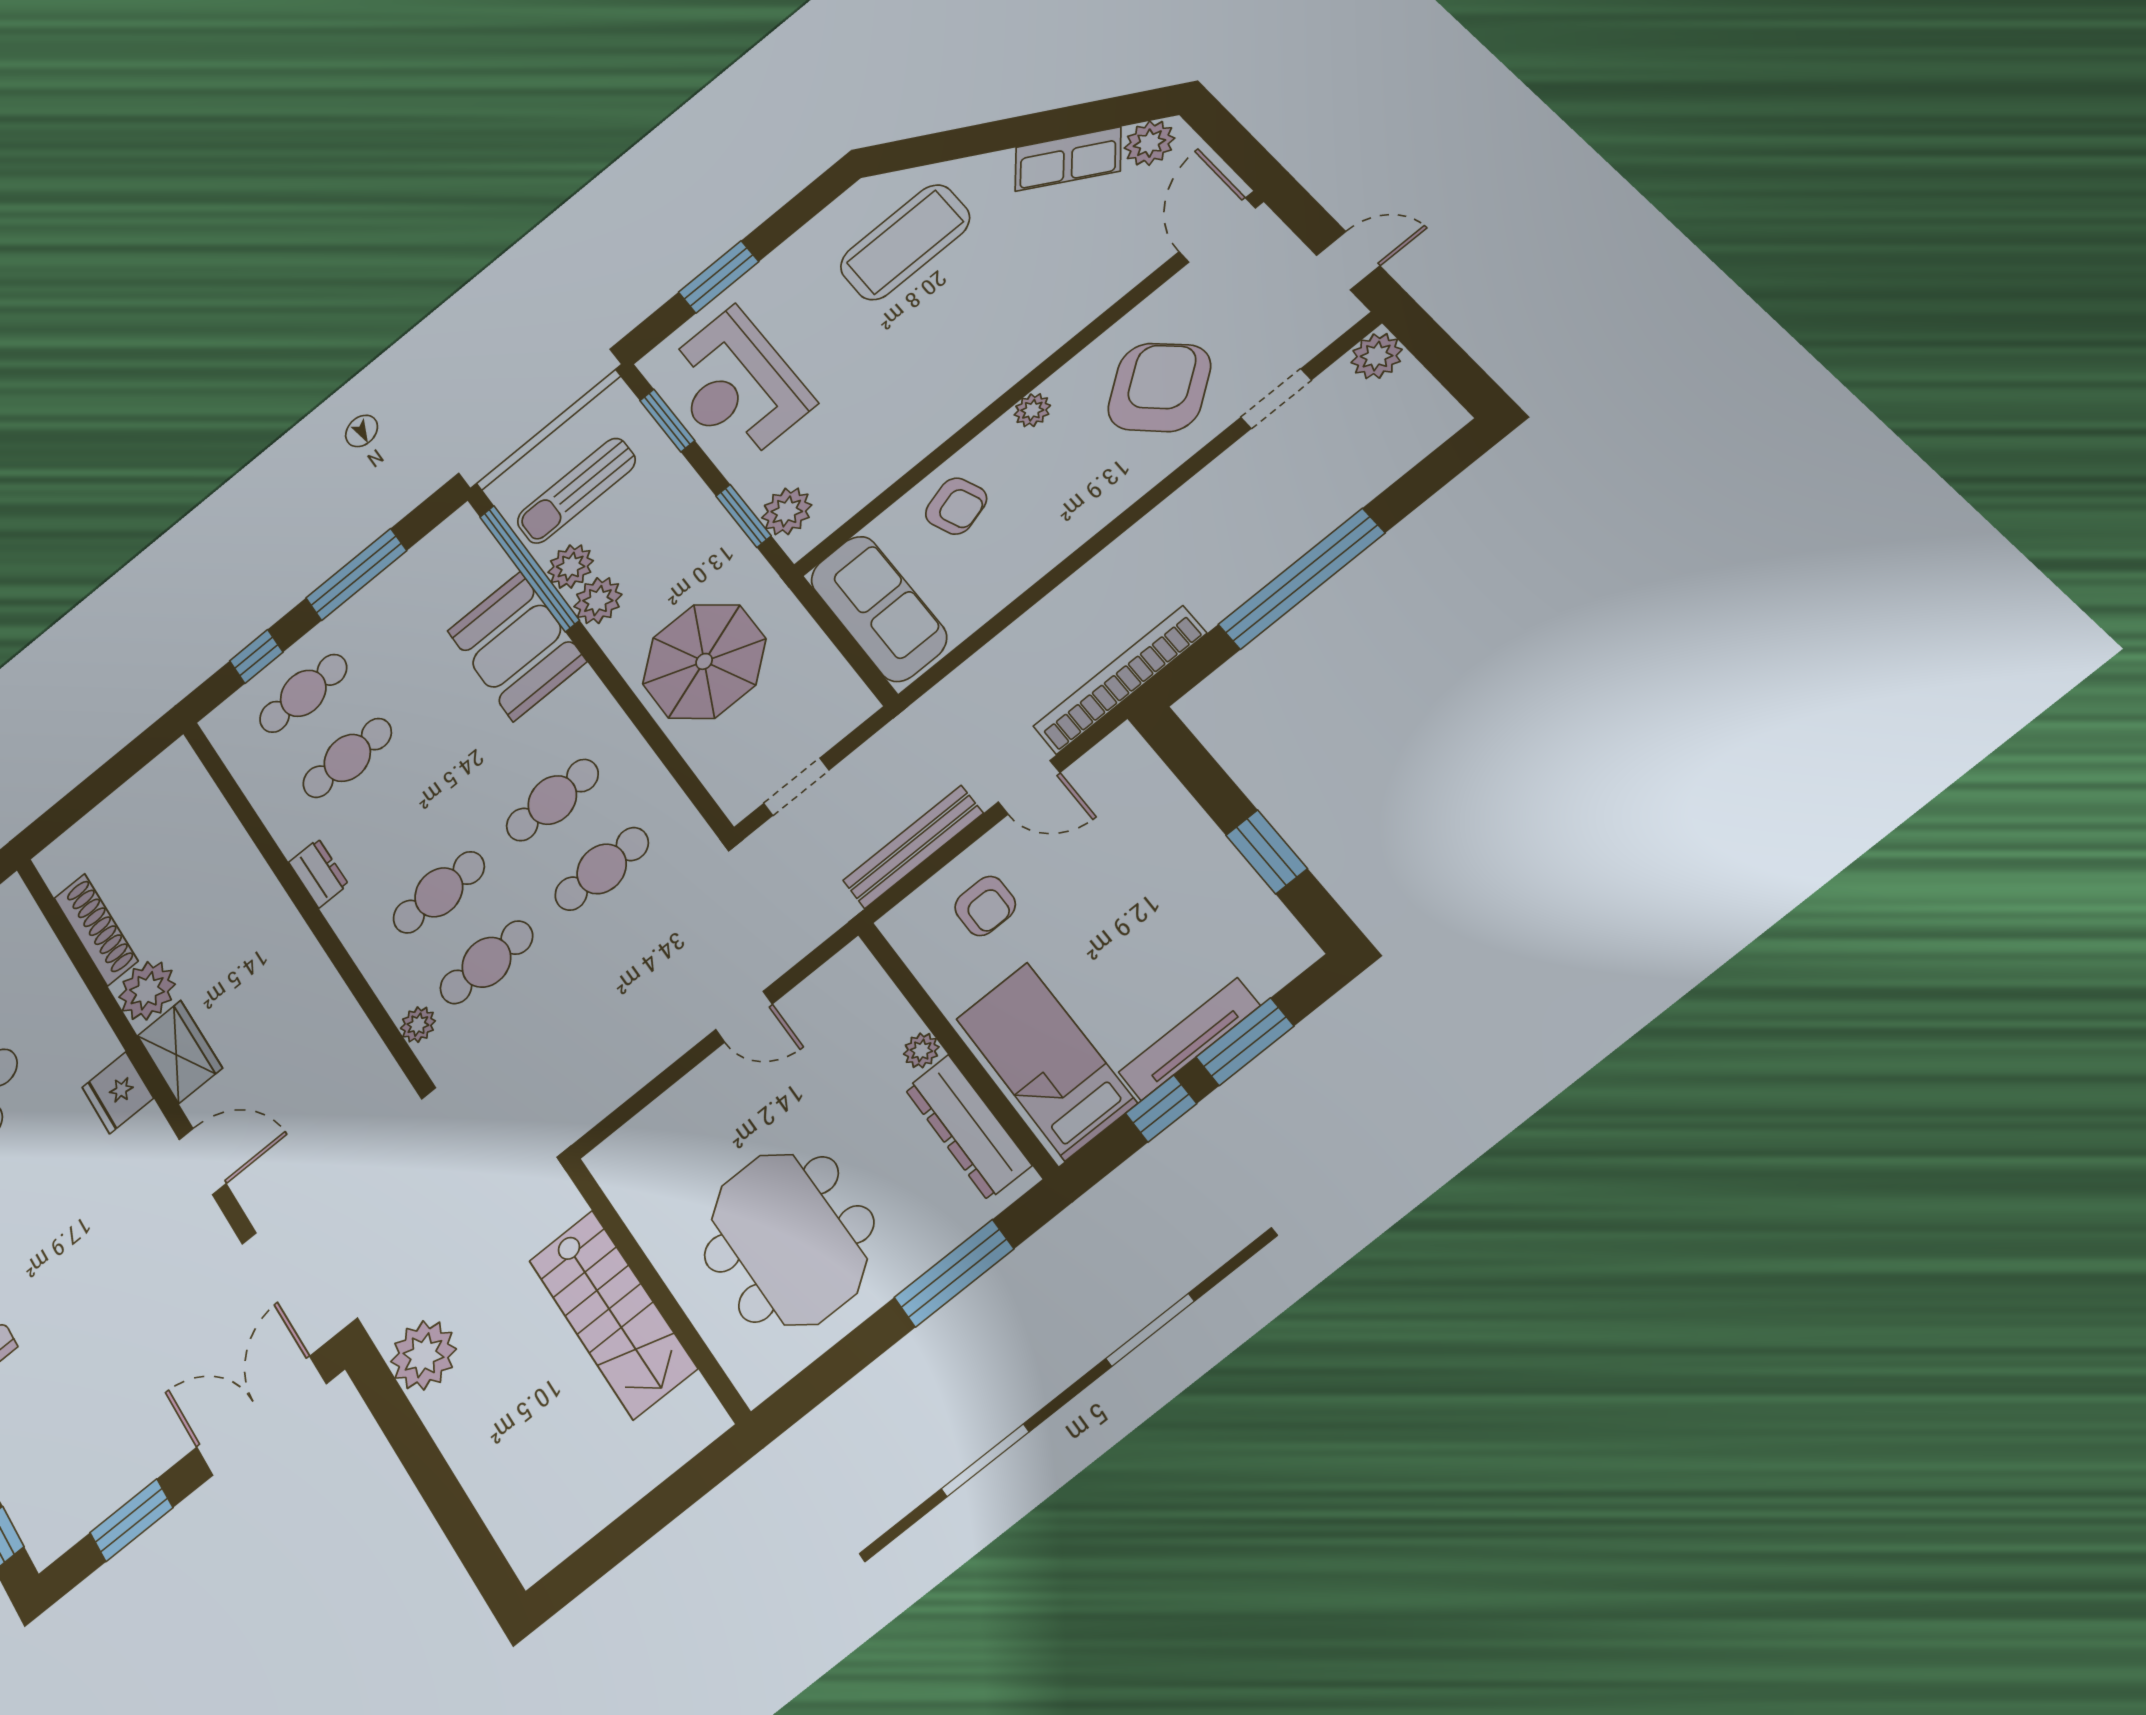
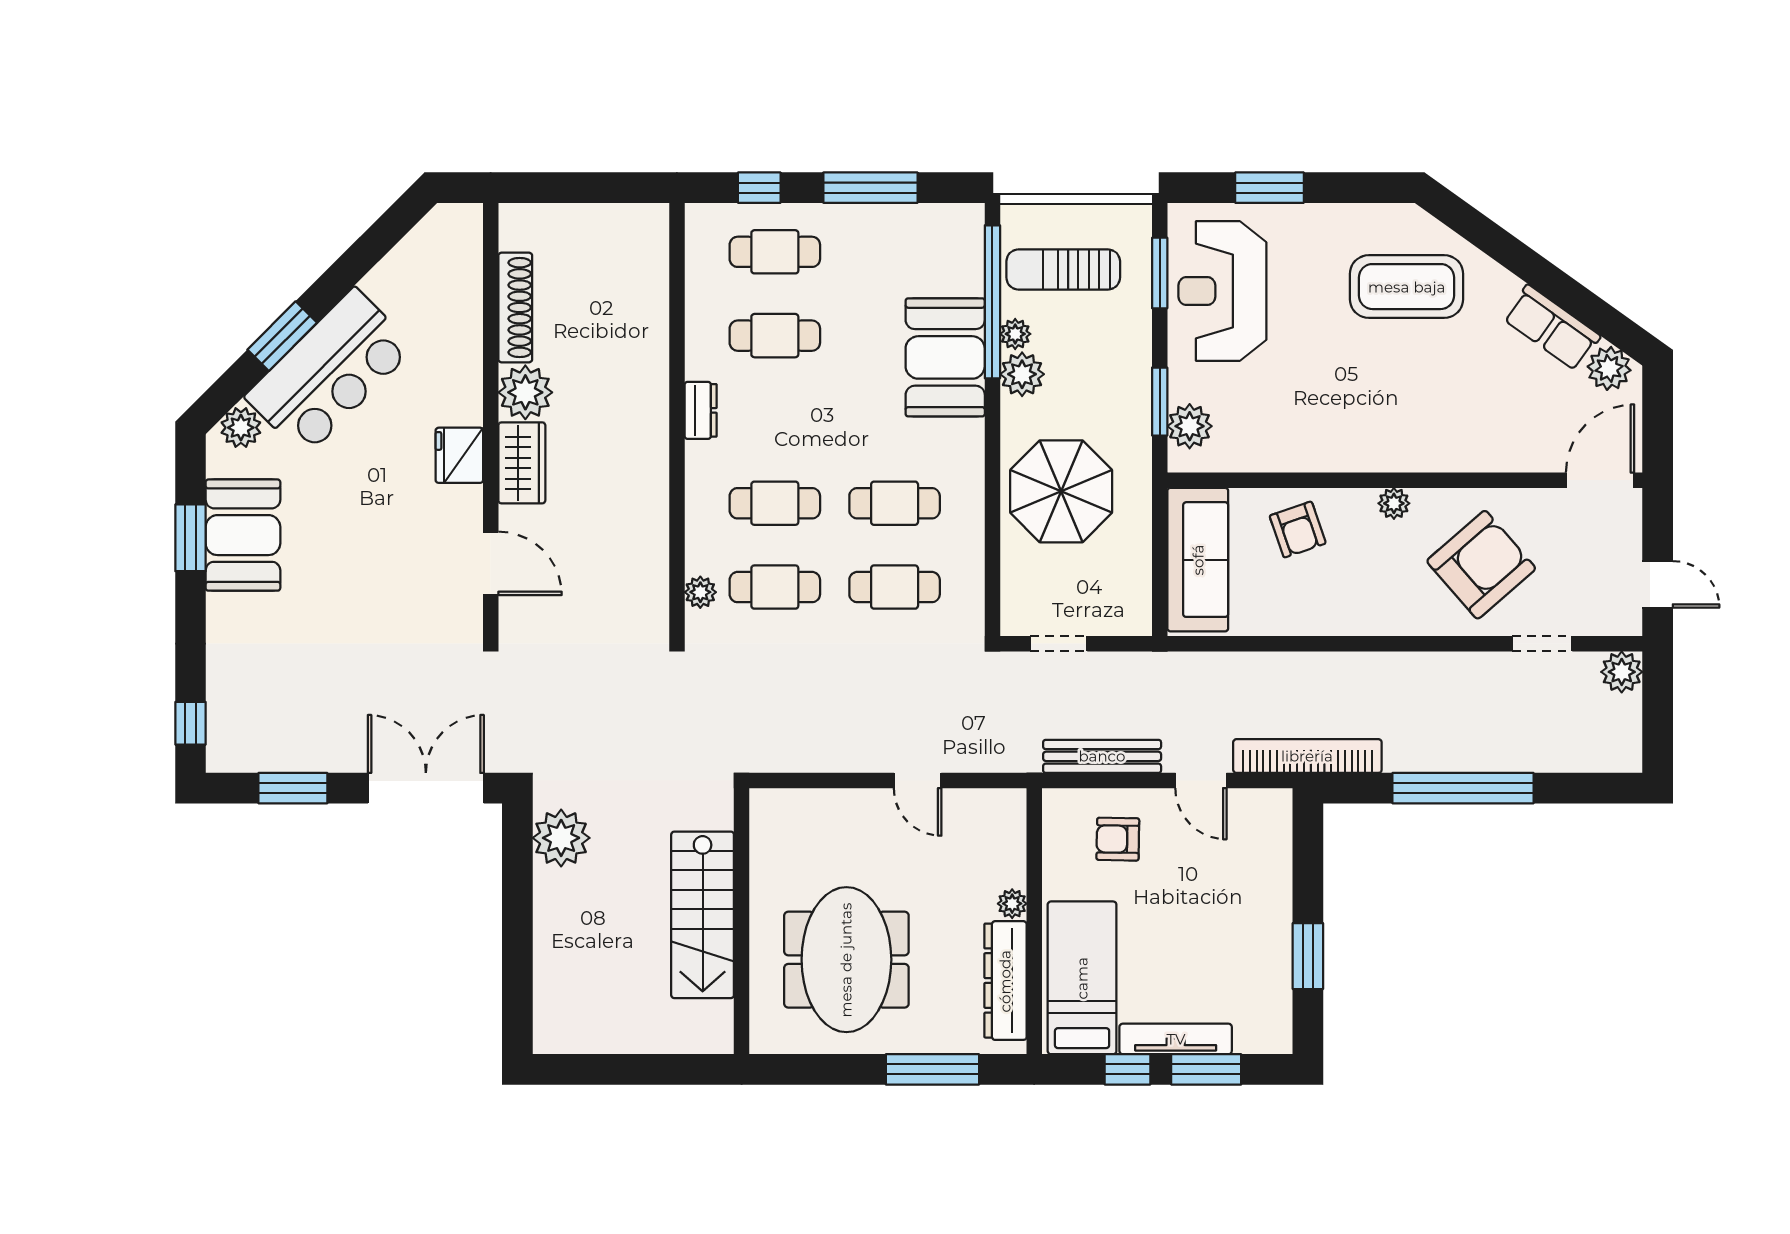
plant: (571, 566) -> (1015, 334), width x0.73, depth x0.73
armchair: (985, 906) -> (1118, 839), turned 91

